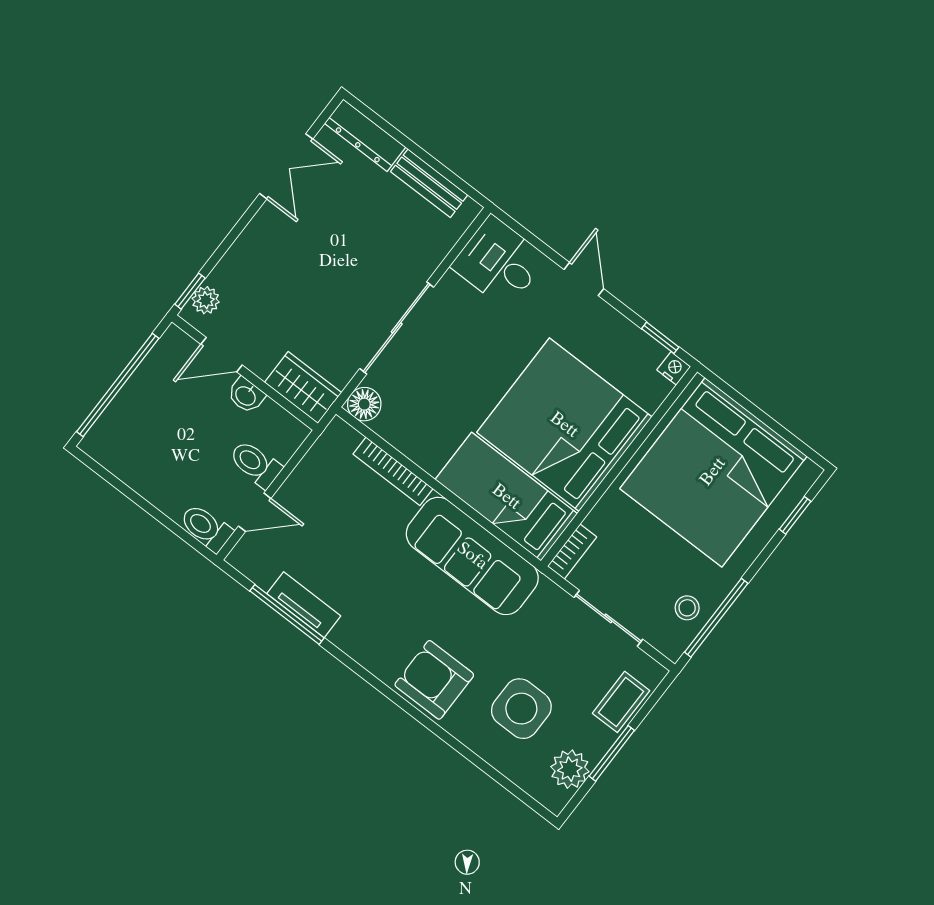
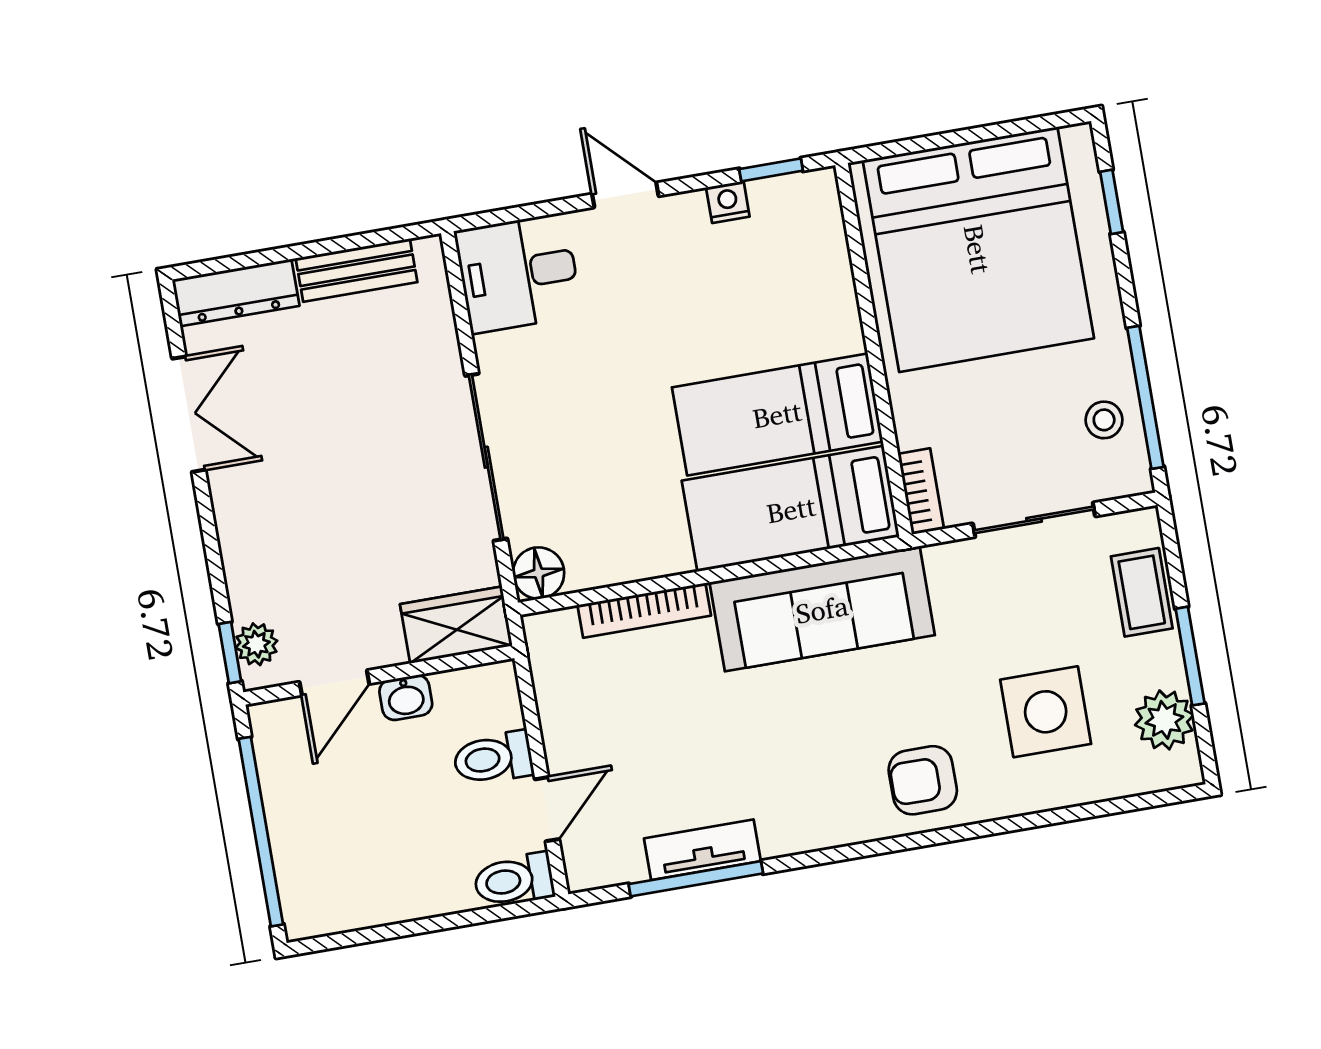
nightstand: (674, 368) -> (728, 202), moved
bed: (564, 425) -> (777, 414), width x0.49
armchair: (434, 680) -> (923, 780), width x0.72, depth x0.72

